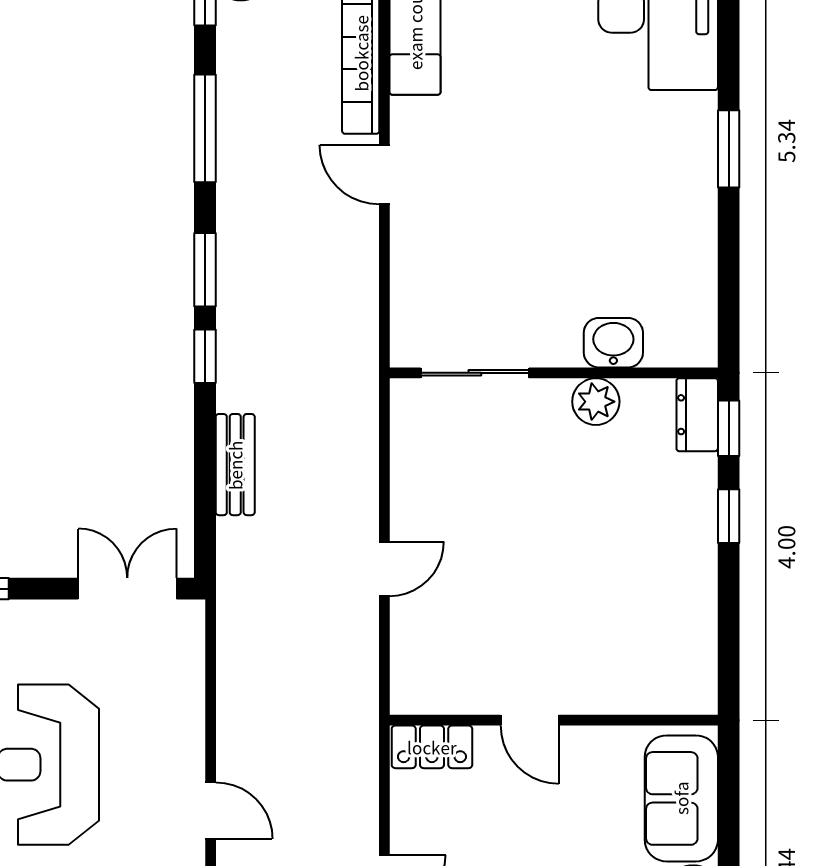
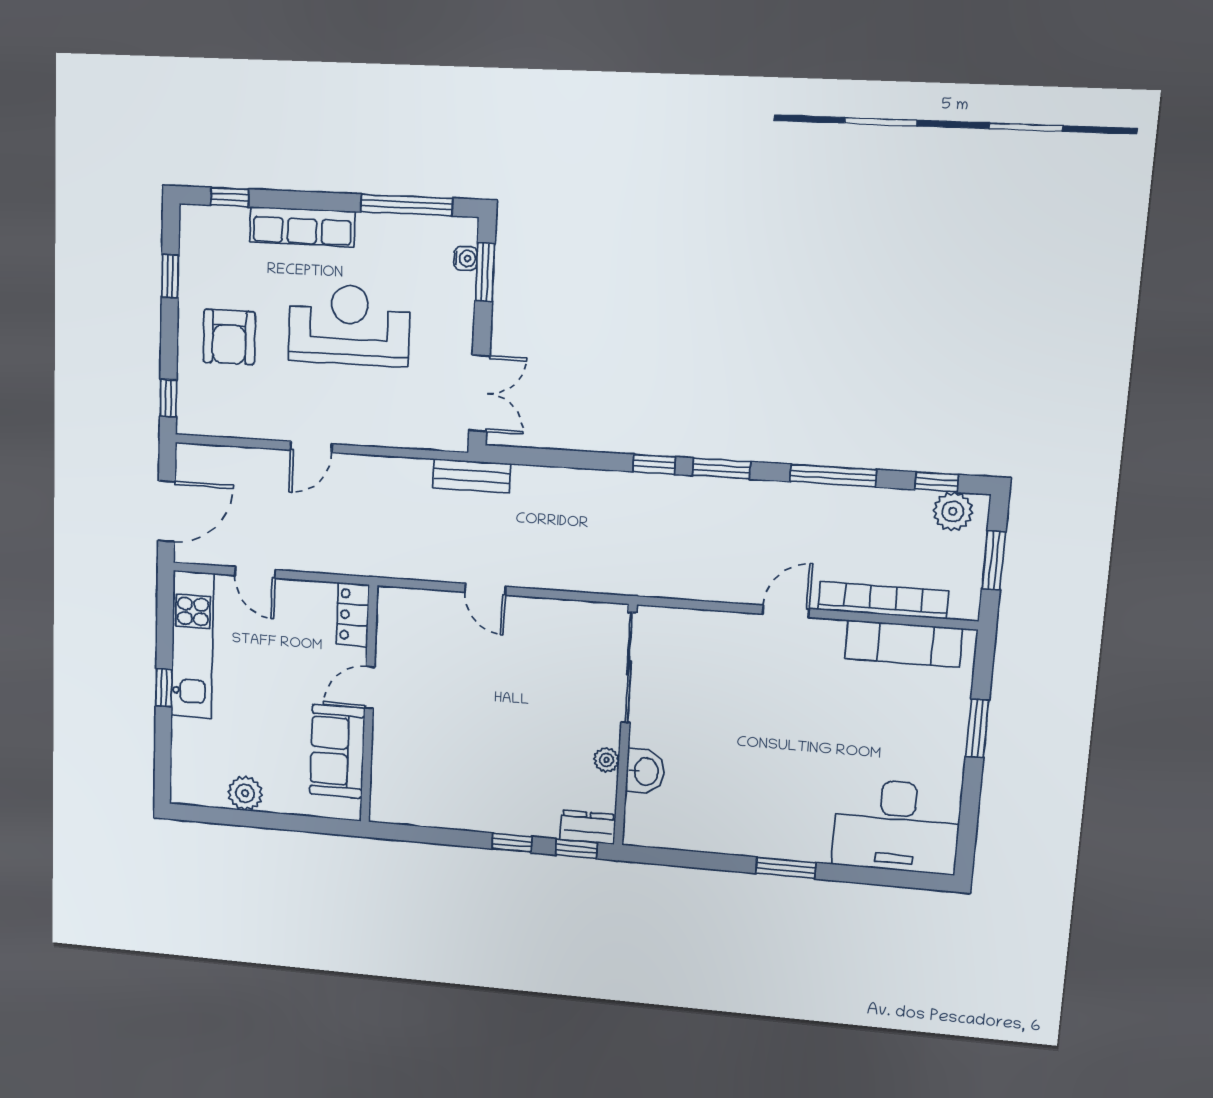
sliding door: (475, 373) -> (629, 668), width x1.37
plant: (596, 402) -> (606, 760), width x0.73, depth x0.73
bench: (235, 465) -> (472, 476), moved
sofa: (681, 798) -> (337, 751), moved, turned -90

